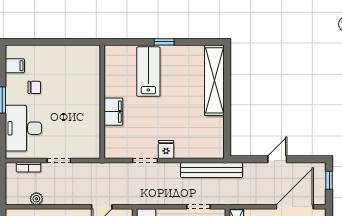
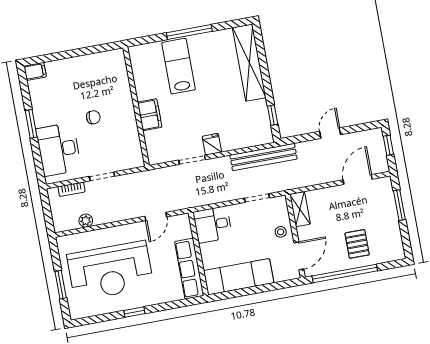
window: (164, 42) -> (189, 32), width x2.17
filing cabinet: (15, 66) -> (35, 71), moved
chair: (34, 87) -> (93, 117), moved
window: (227, 133) -> (273, 115), added
door: (295, 207) -> (358, 180), width x0.73

